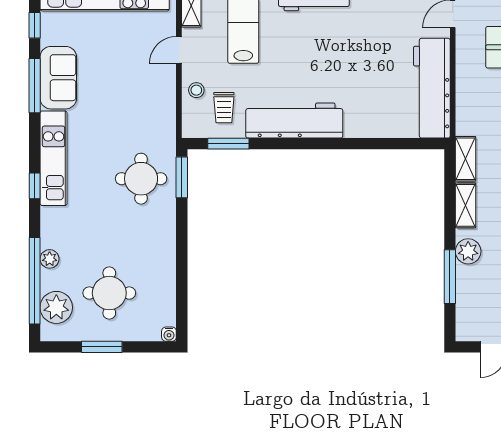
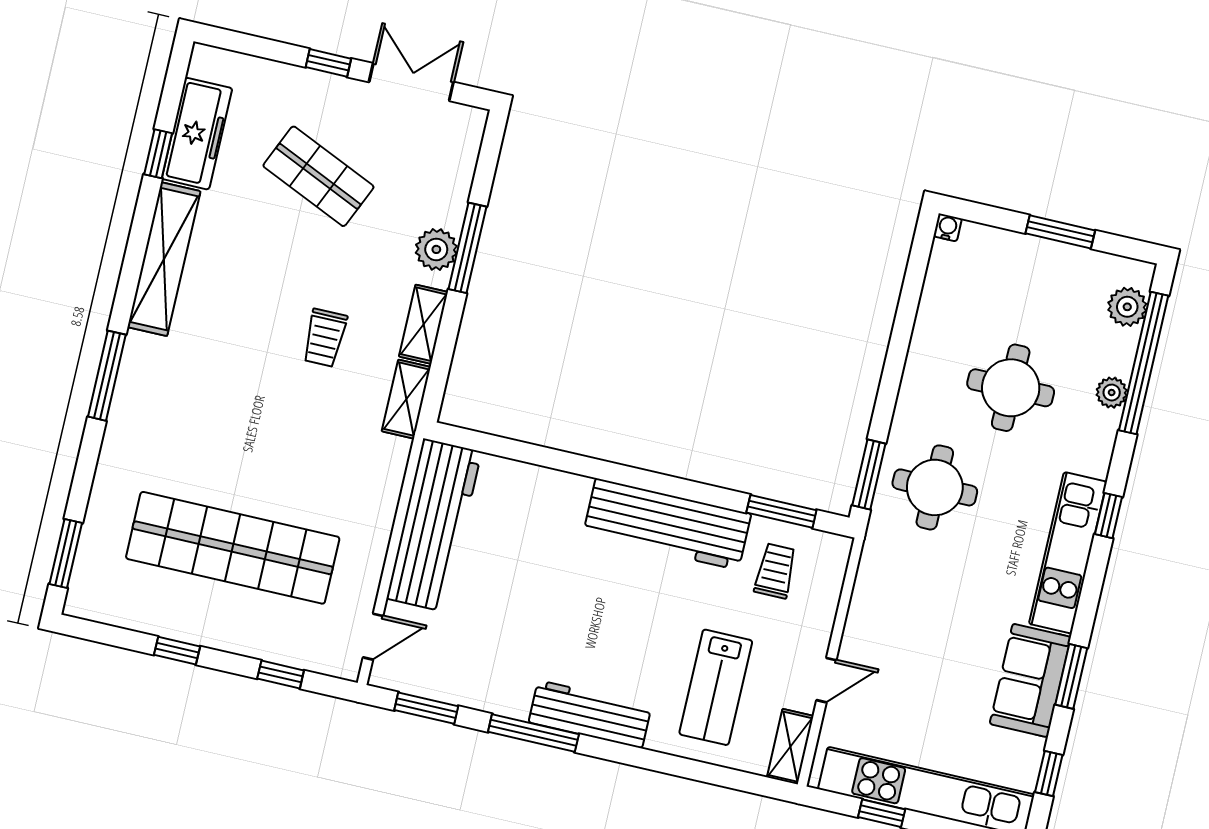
window: (35, 86) -> (1071, 676), width x0.69
stool: (196, 90) -> (813, 609), removed
window: (450, 277) -> (468, 248), moved
round table: (109, 293) -> (1011, 388), moved
plant: (56, 307) -> (1127, 307), width x0.73, depth x0.73

